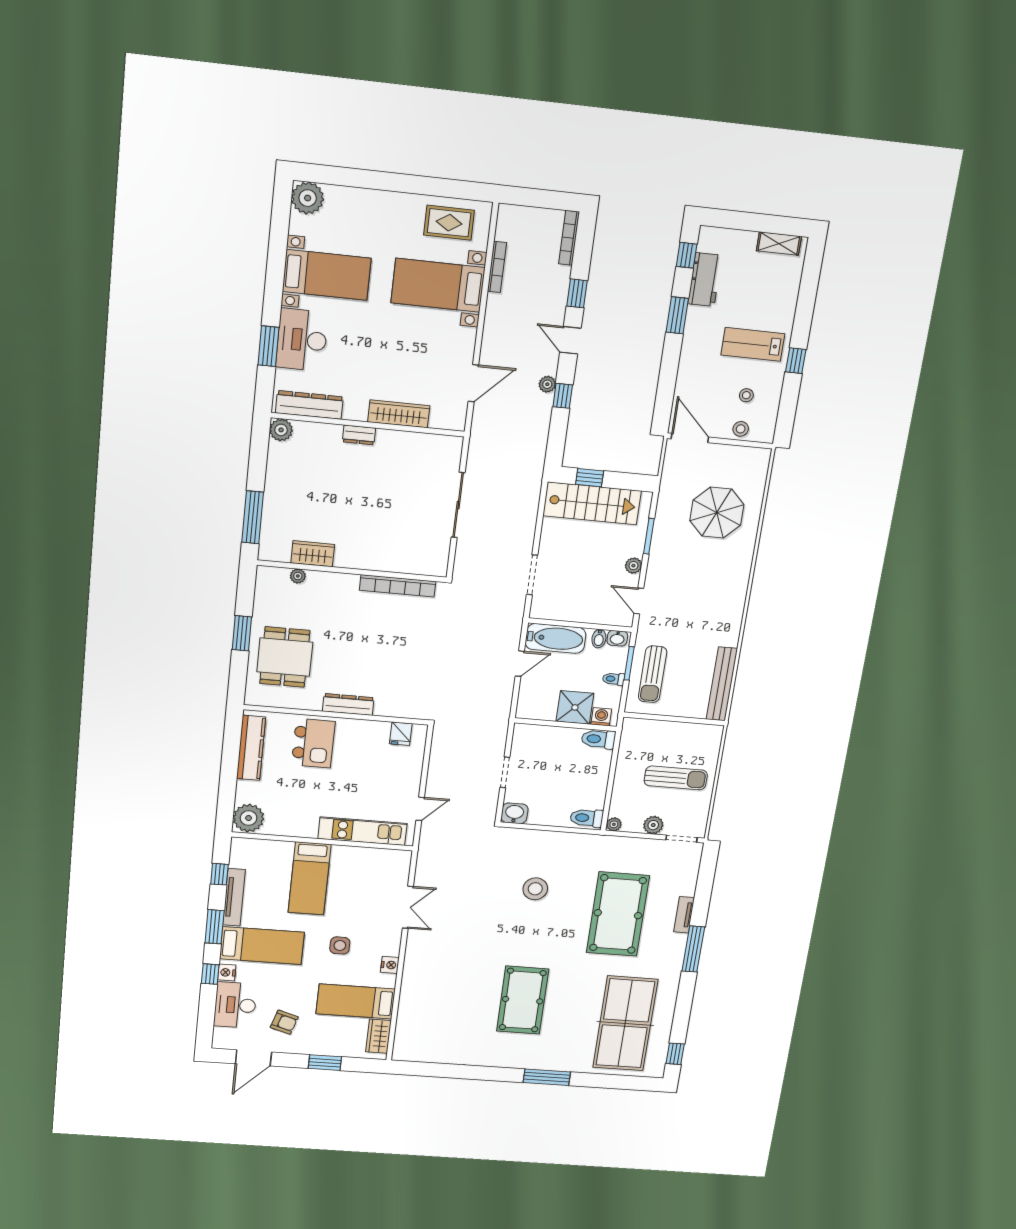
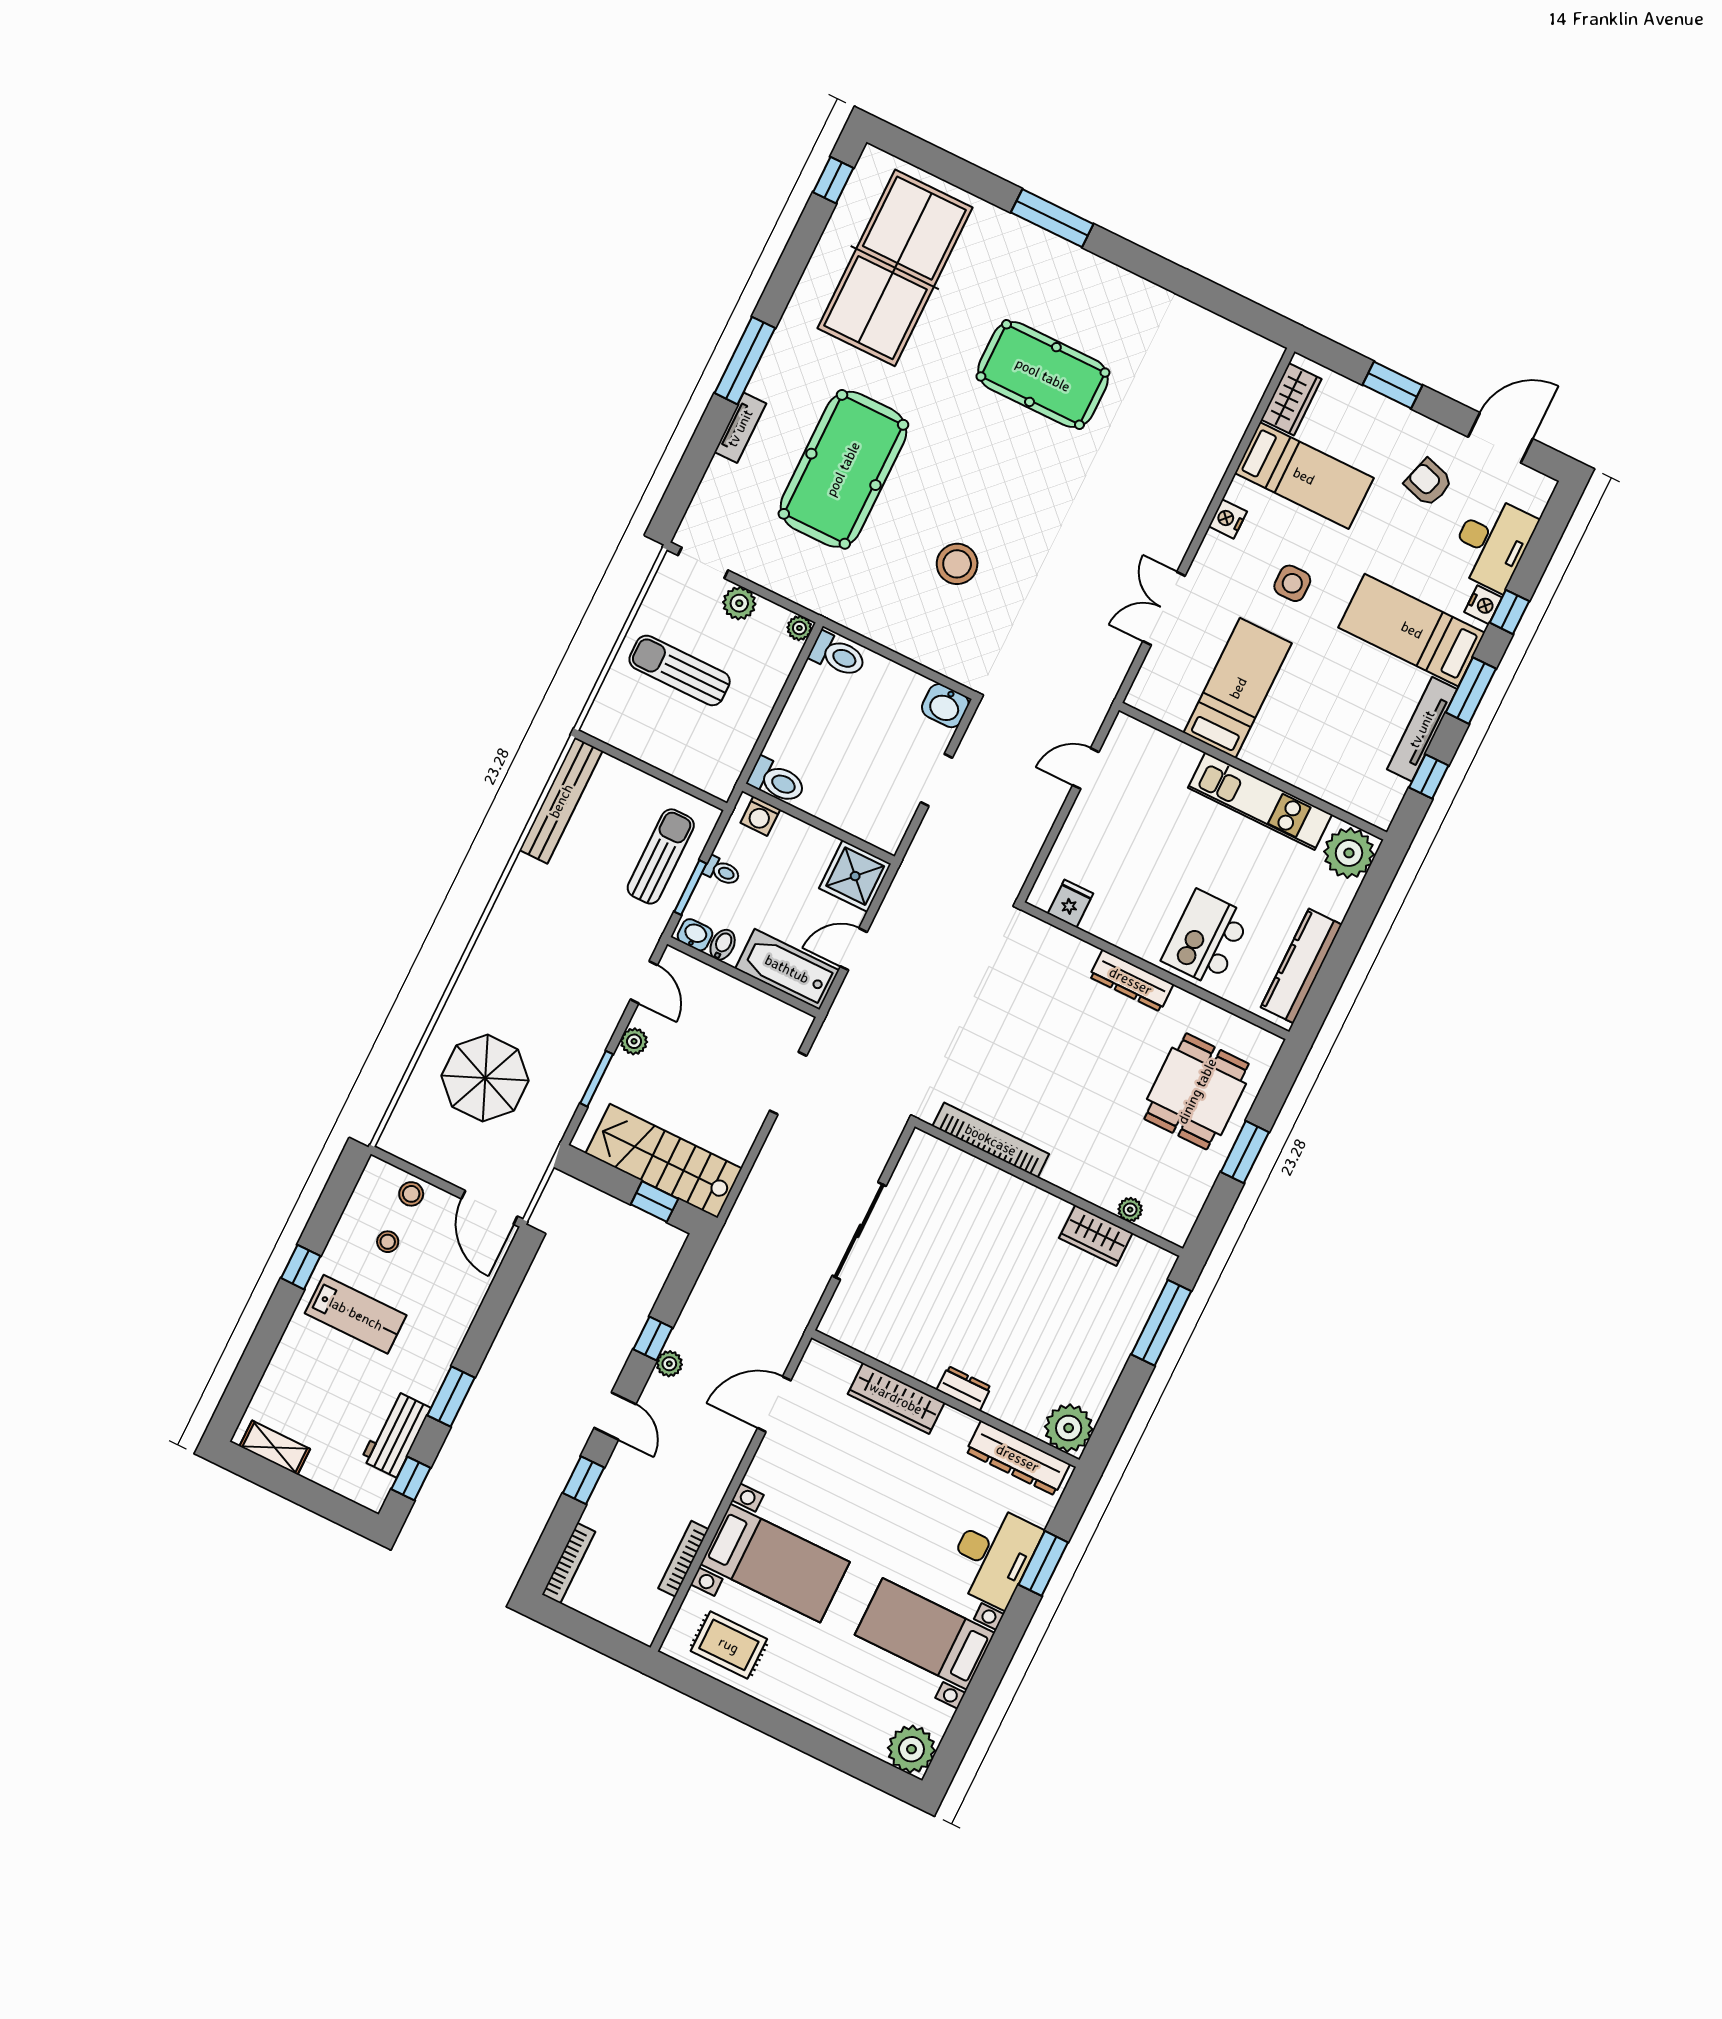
plant: (281, 430) -> (1069, 1428), width x1.36, depth x1.36
shower: (575, 707) -> (855, 876), moved
kitchen unit: (363, 831) -> (1260, 801), moved
bed: (310, 878) -> (1238, 688), moved
pool table: (523, 1000) -> (1043, 375), turned 90

